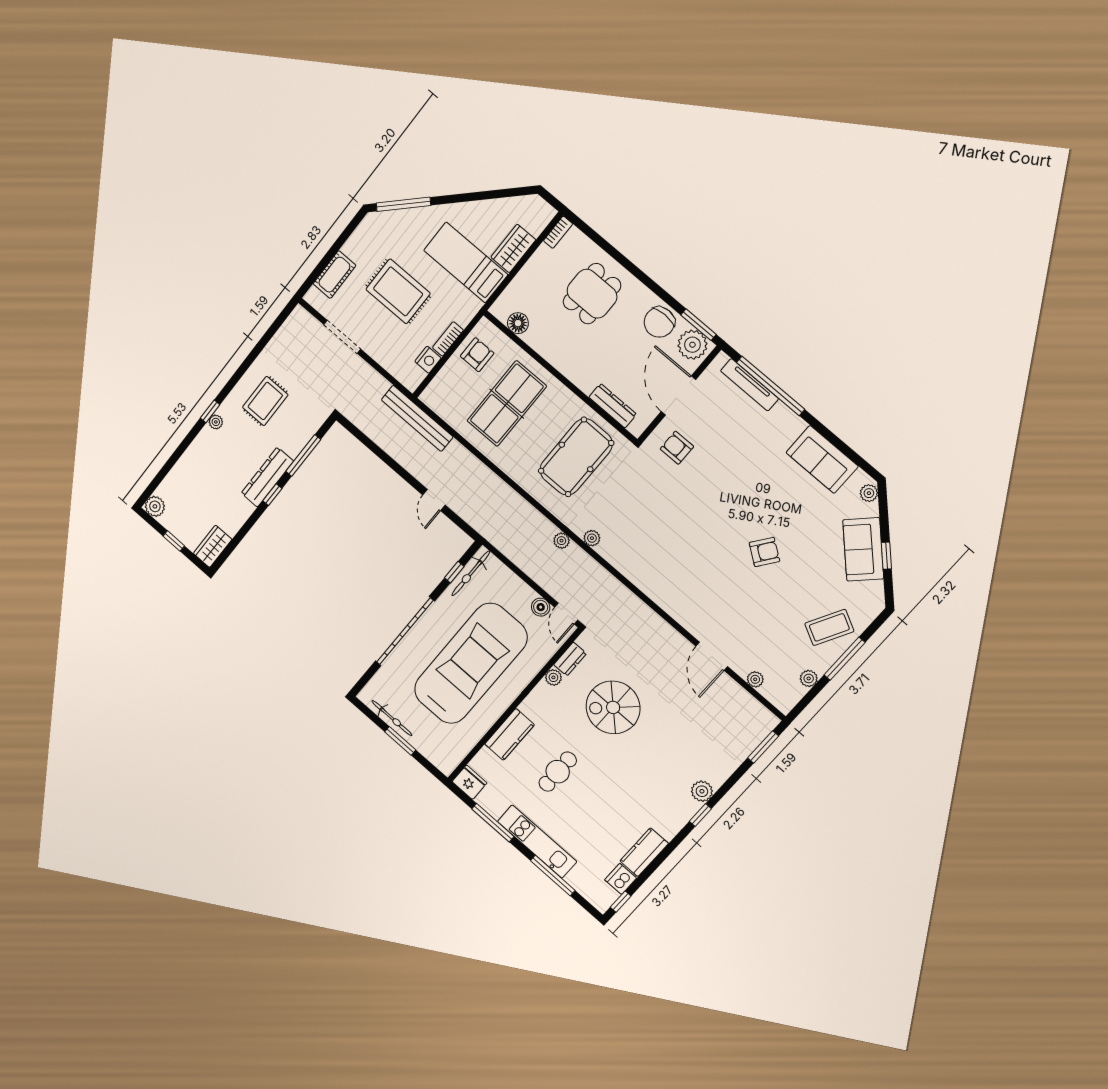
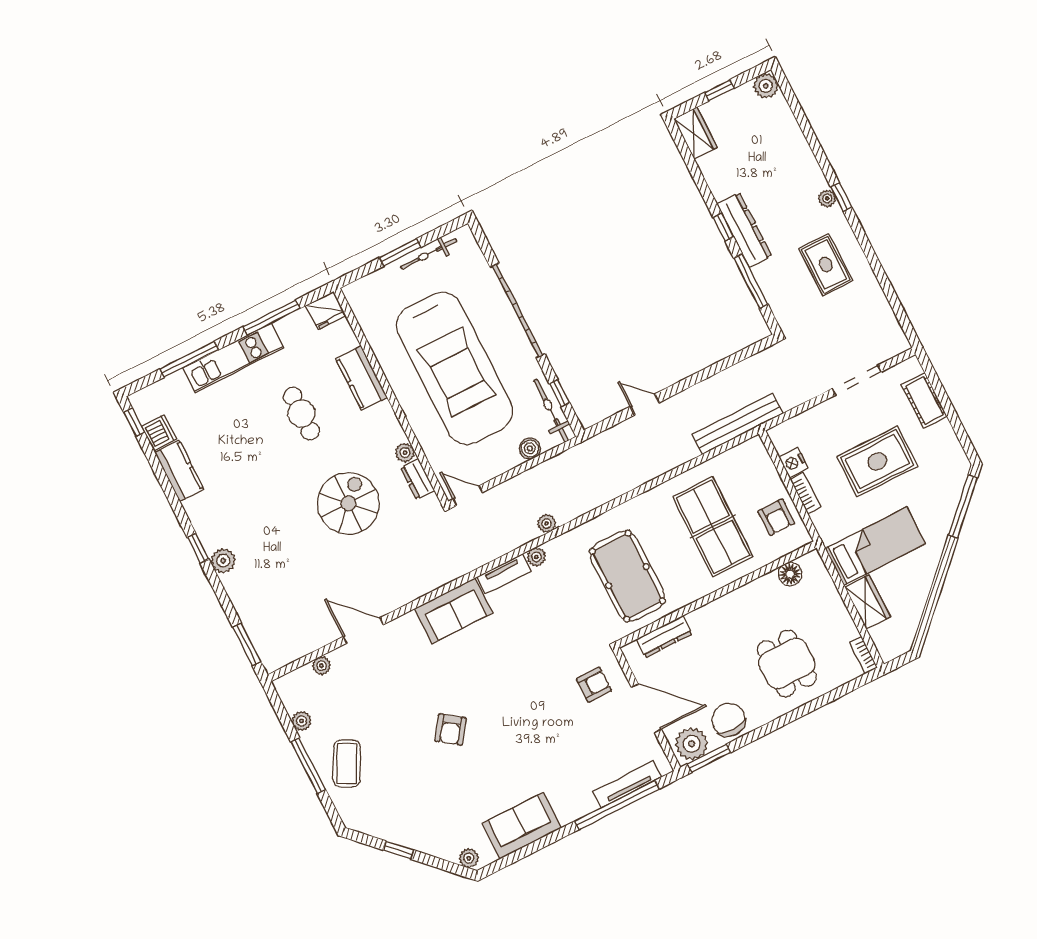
sofa: (863, 549) -> (454, 611), moved, turned 135
tv unit: (617, 559) -> (504, 574), added
boiler: (541, 607) -> (530, 448), moved

